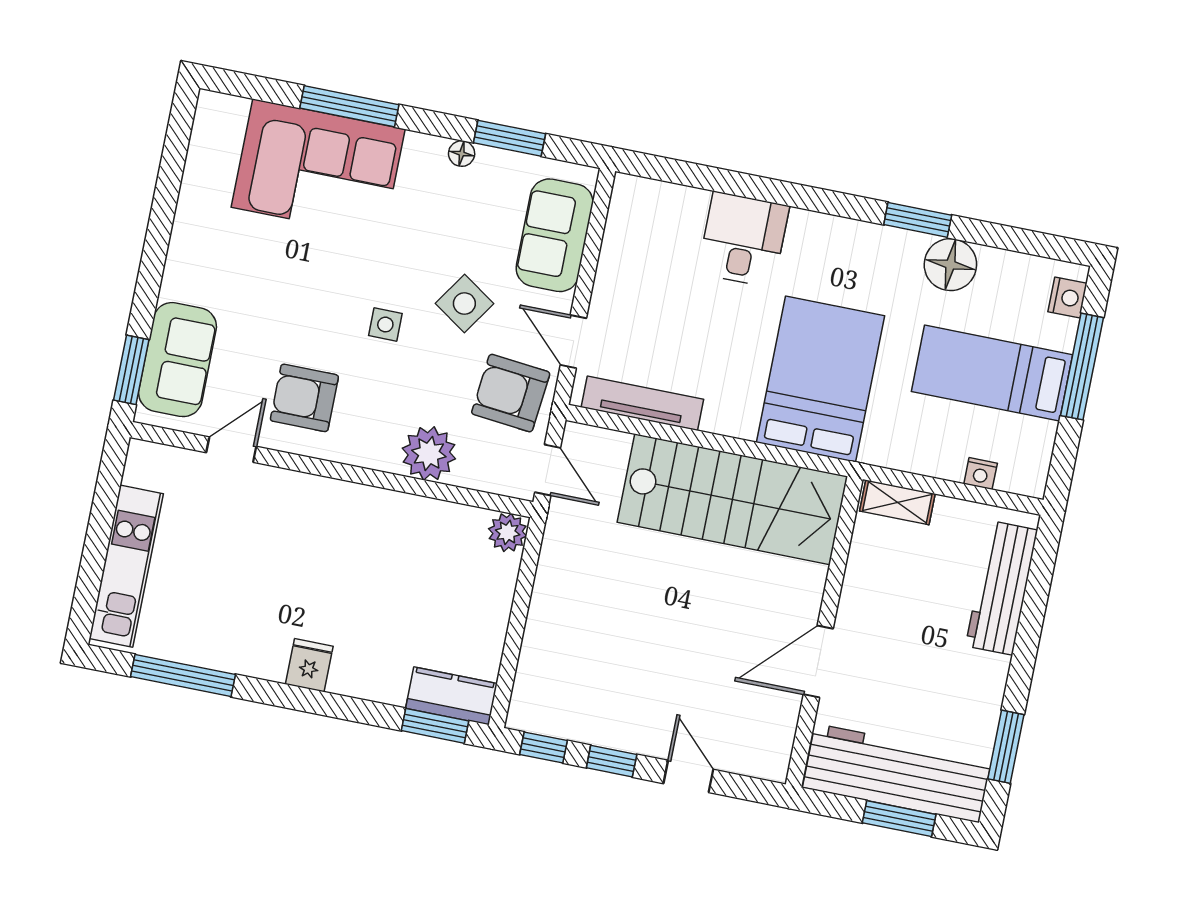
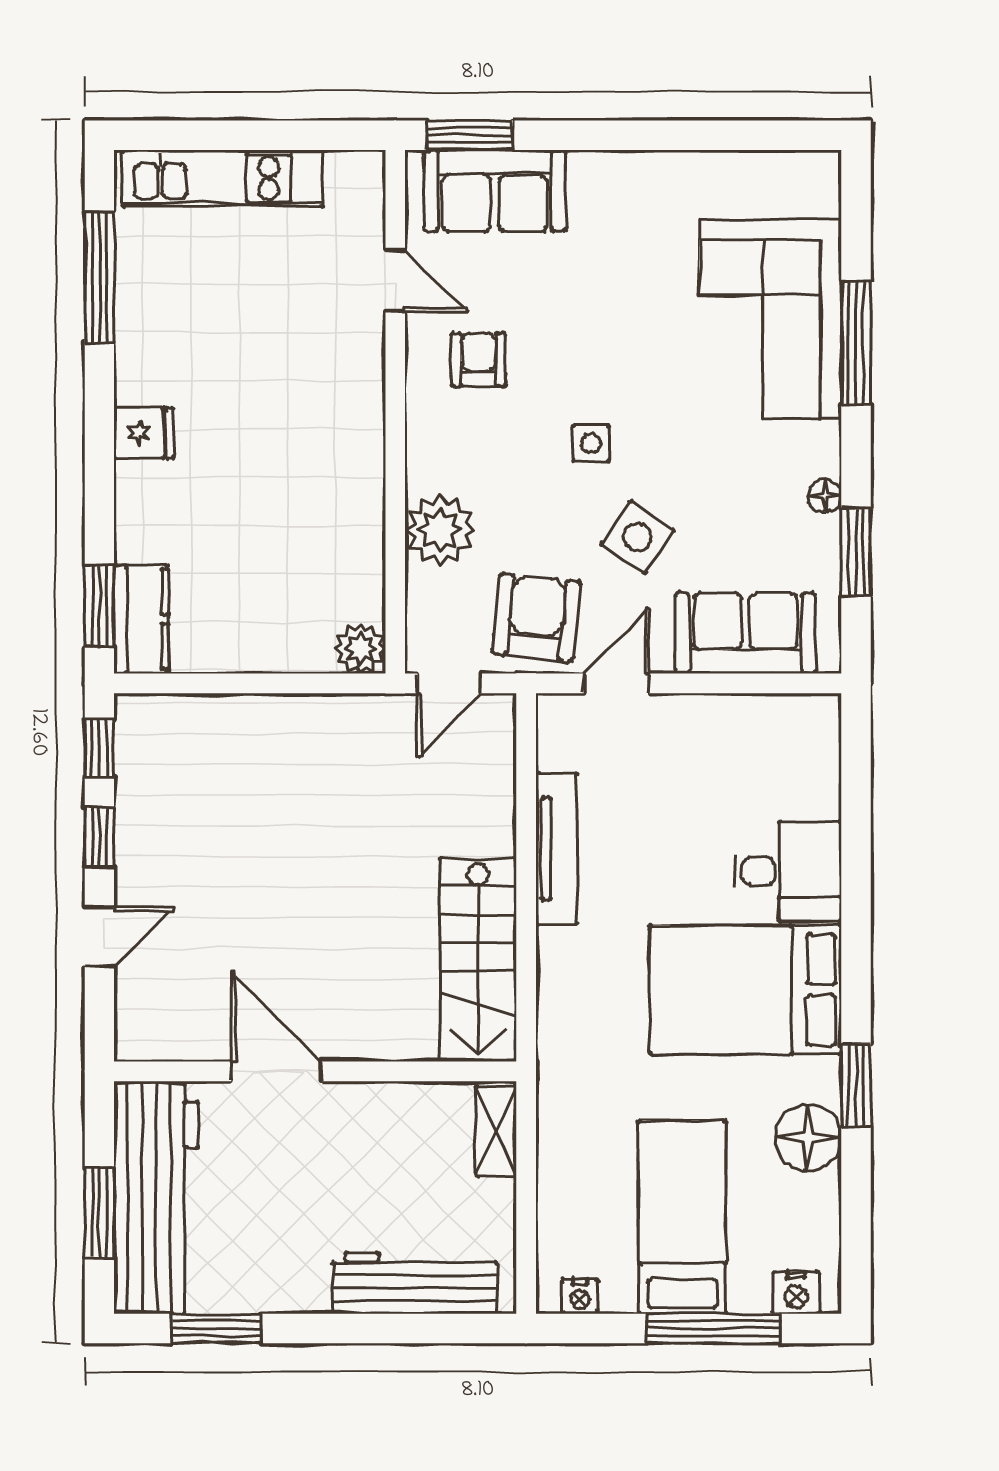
bed: (820, 379) -> (746, 990), moved, turned 180
armchair: (304, 398) -> (478, 360), width x0.72, depth x0.72
tv unit: (642, 403) -> (556, 849), moved
nightstand: (981, 474) -> (580, 1297), moved, turned -90
stairs: (732, 499) -> (478, 960), width x0.73, depth x0.66

